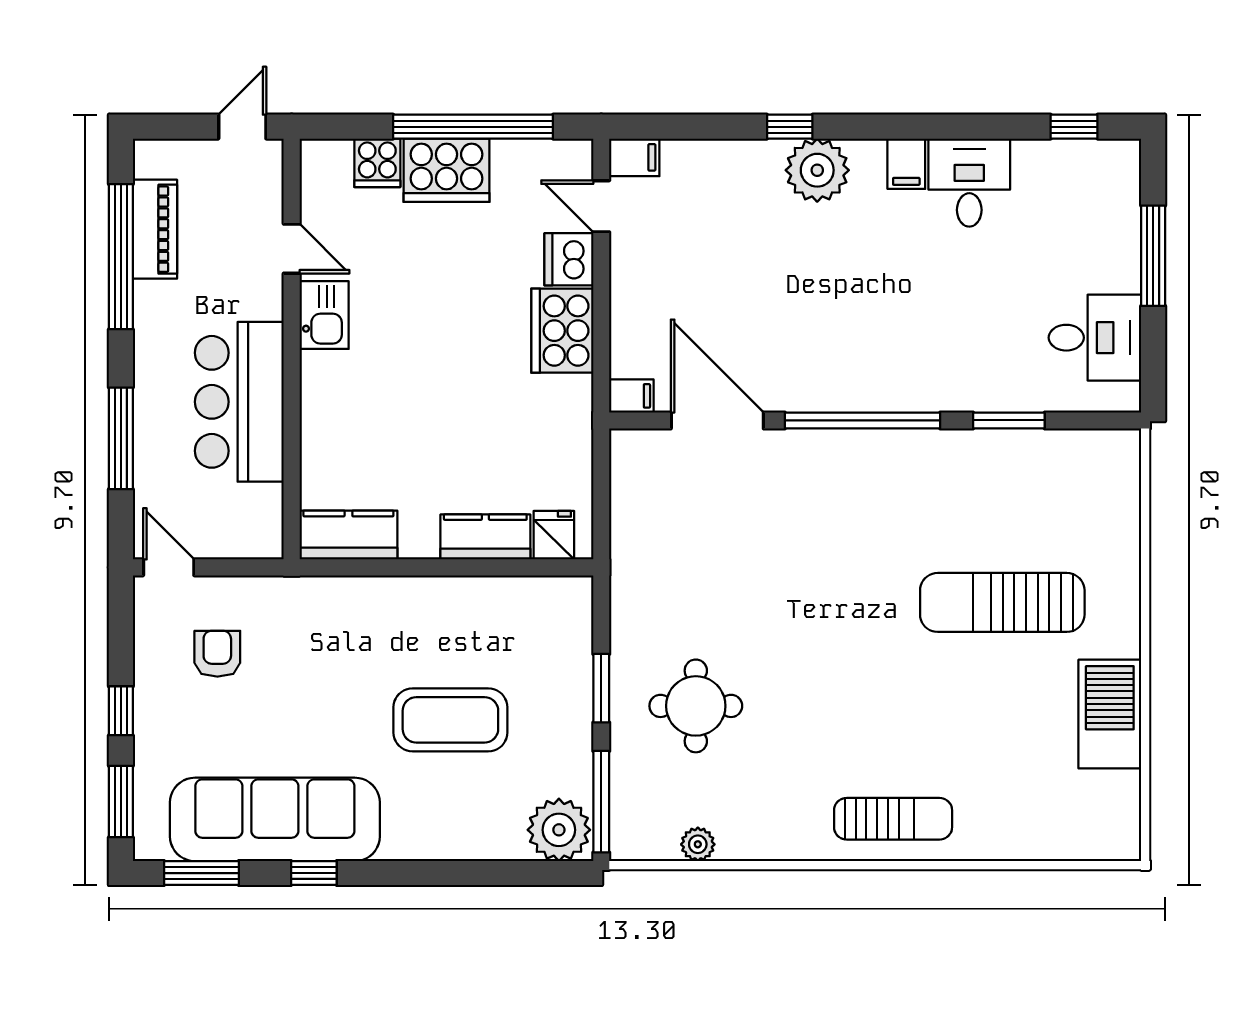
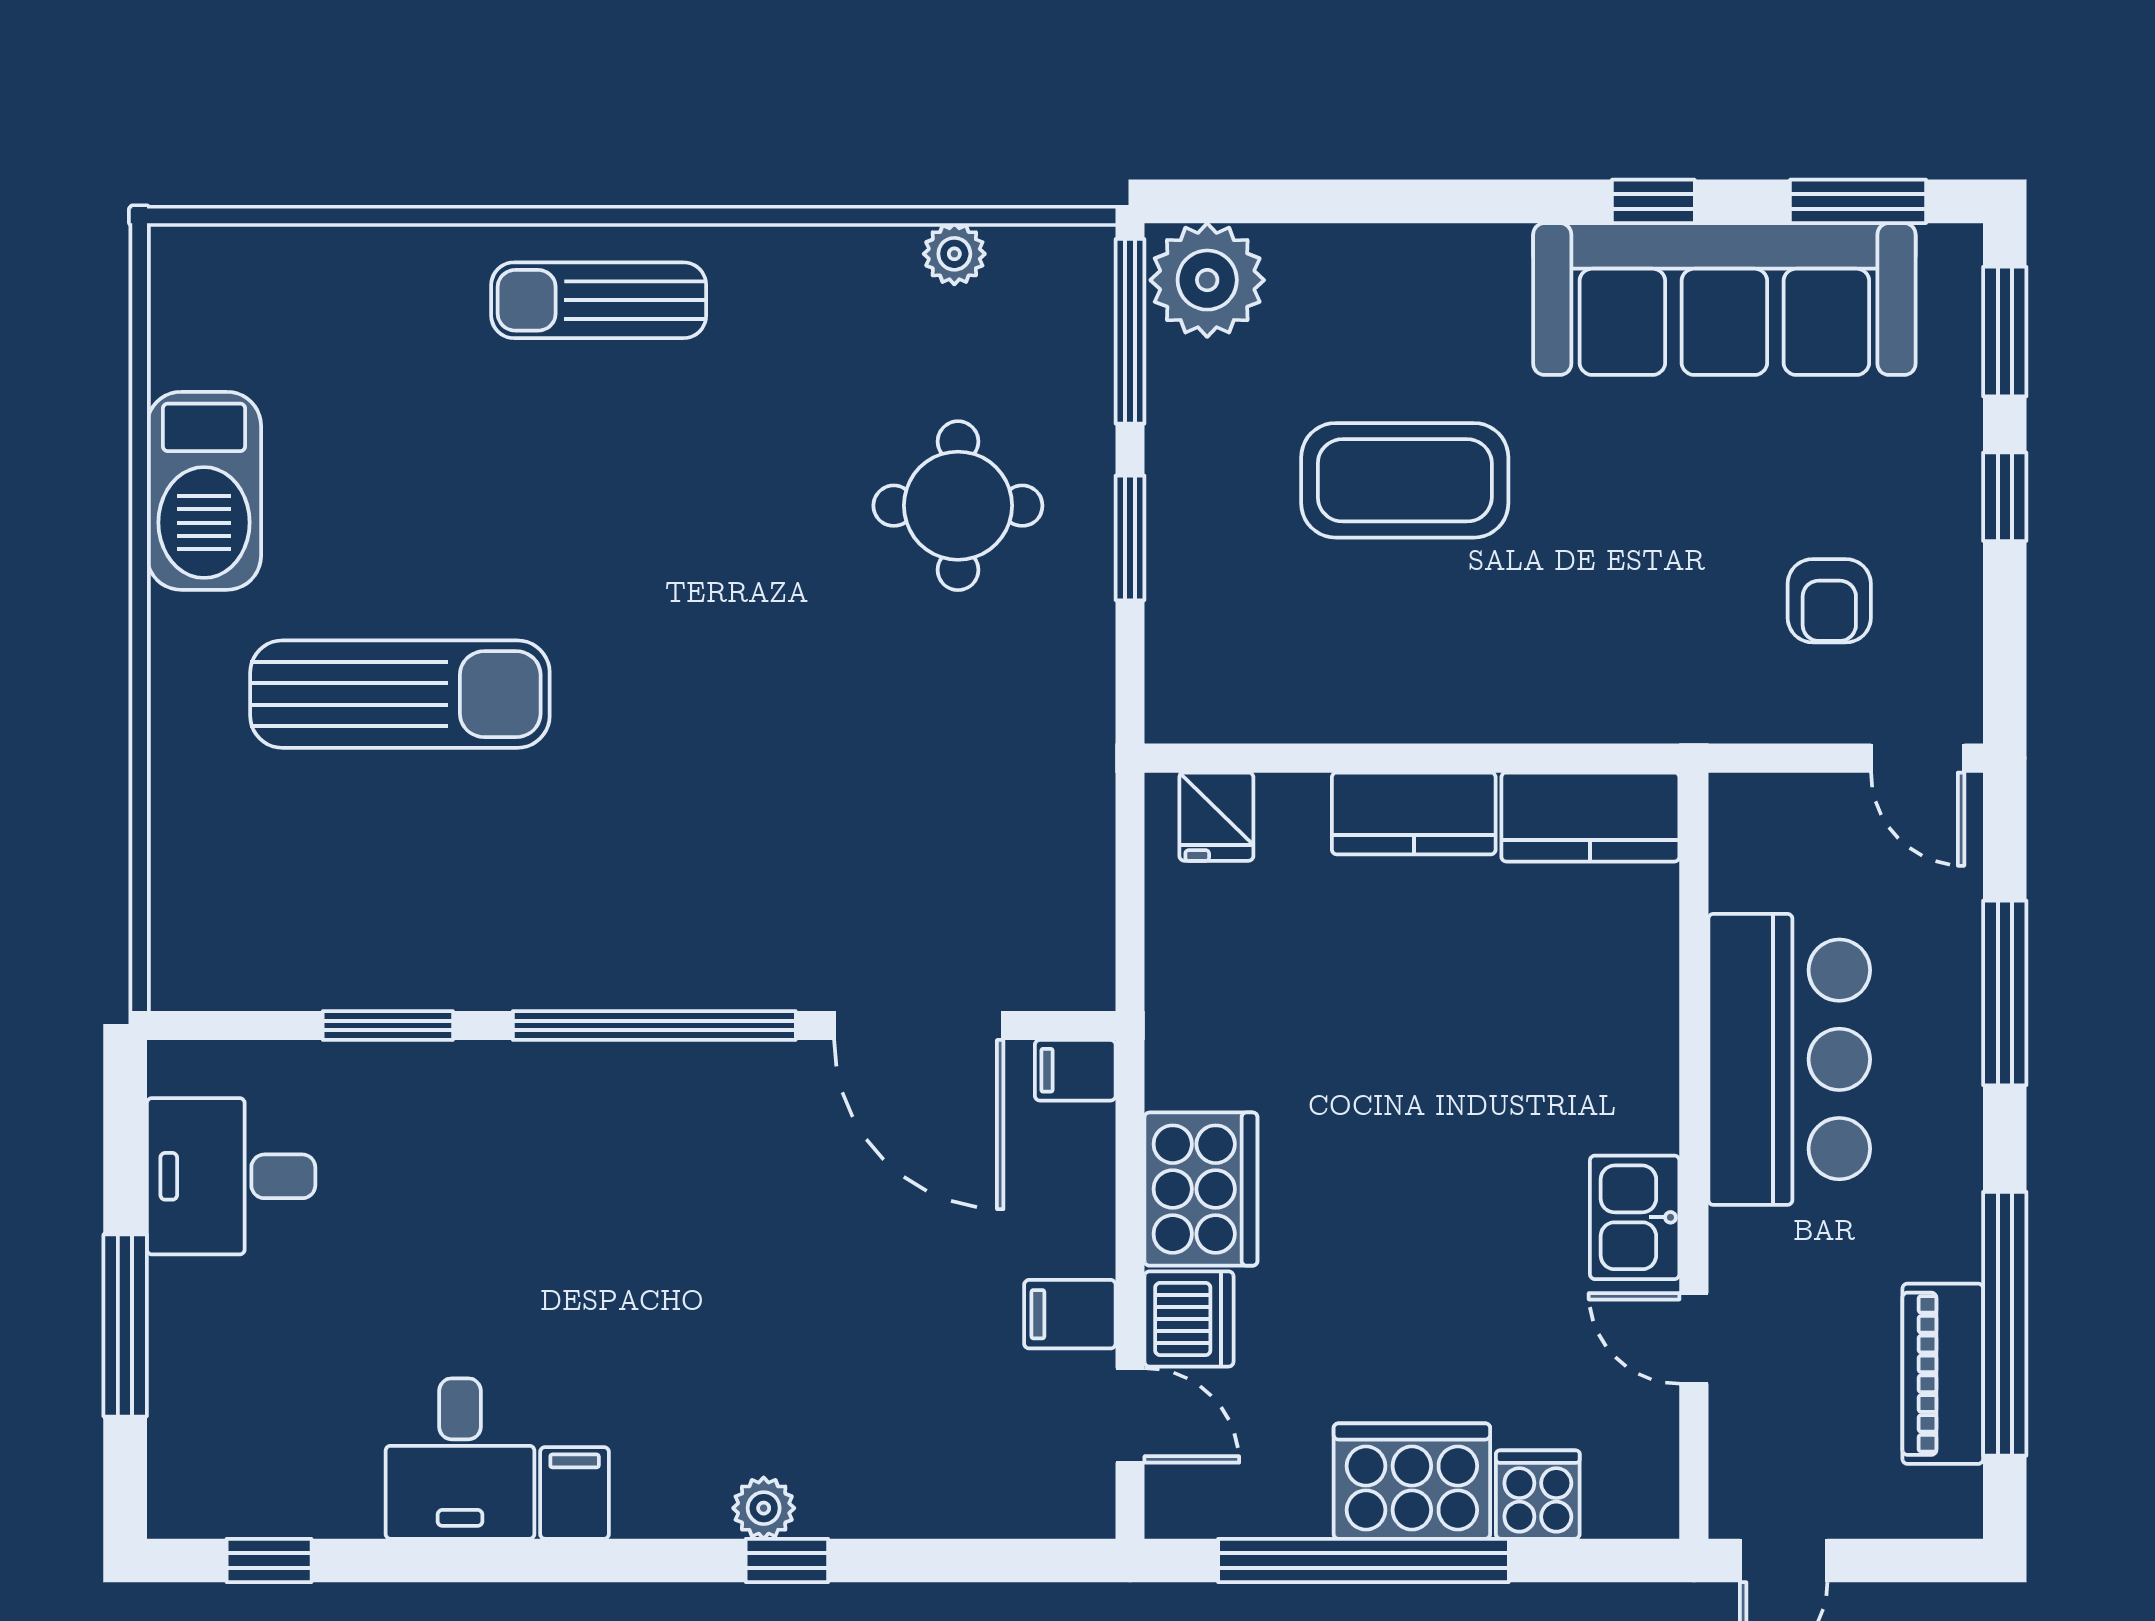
filing cabinet: (634, 157) -> (1070, 1314), moved
plant: (817, 170) -> (764, 1508), width x0.53, depth x0.53
kitchen counter: (485, 537) -> (1414, 813), moved

